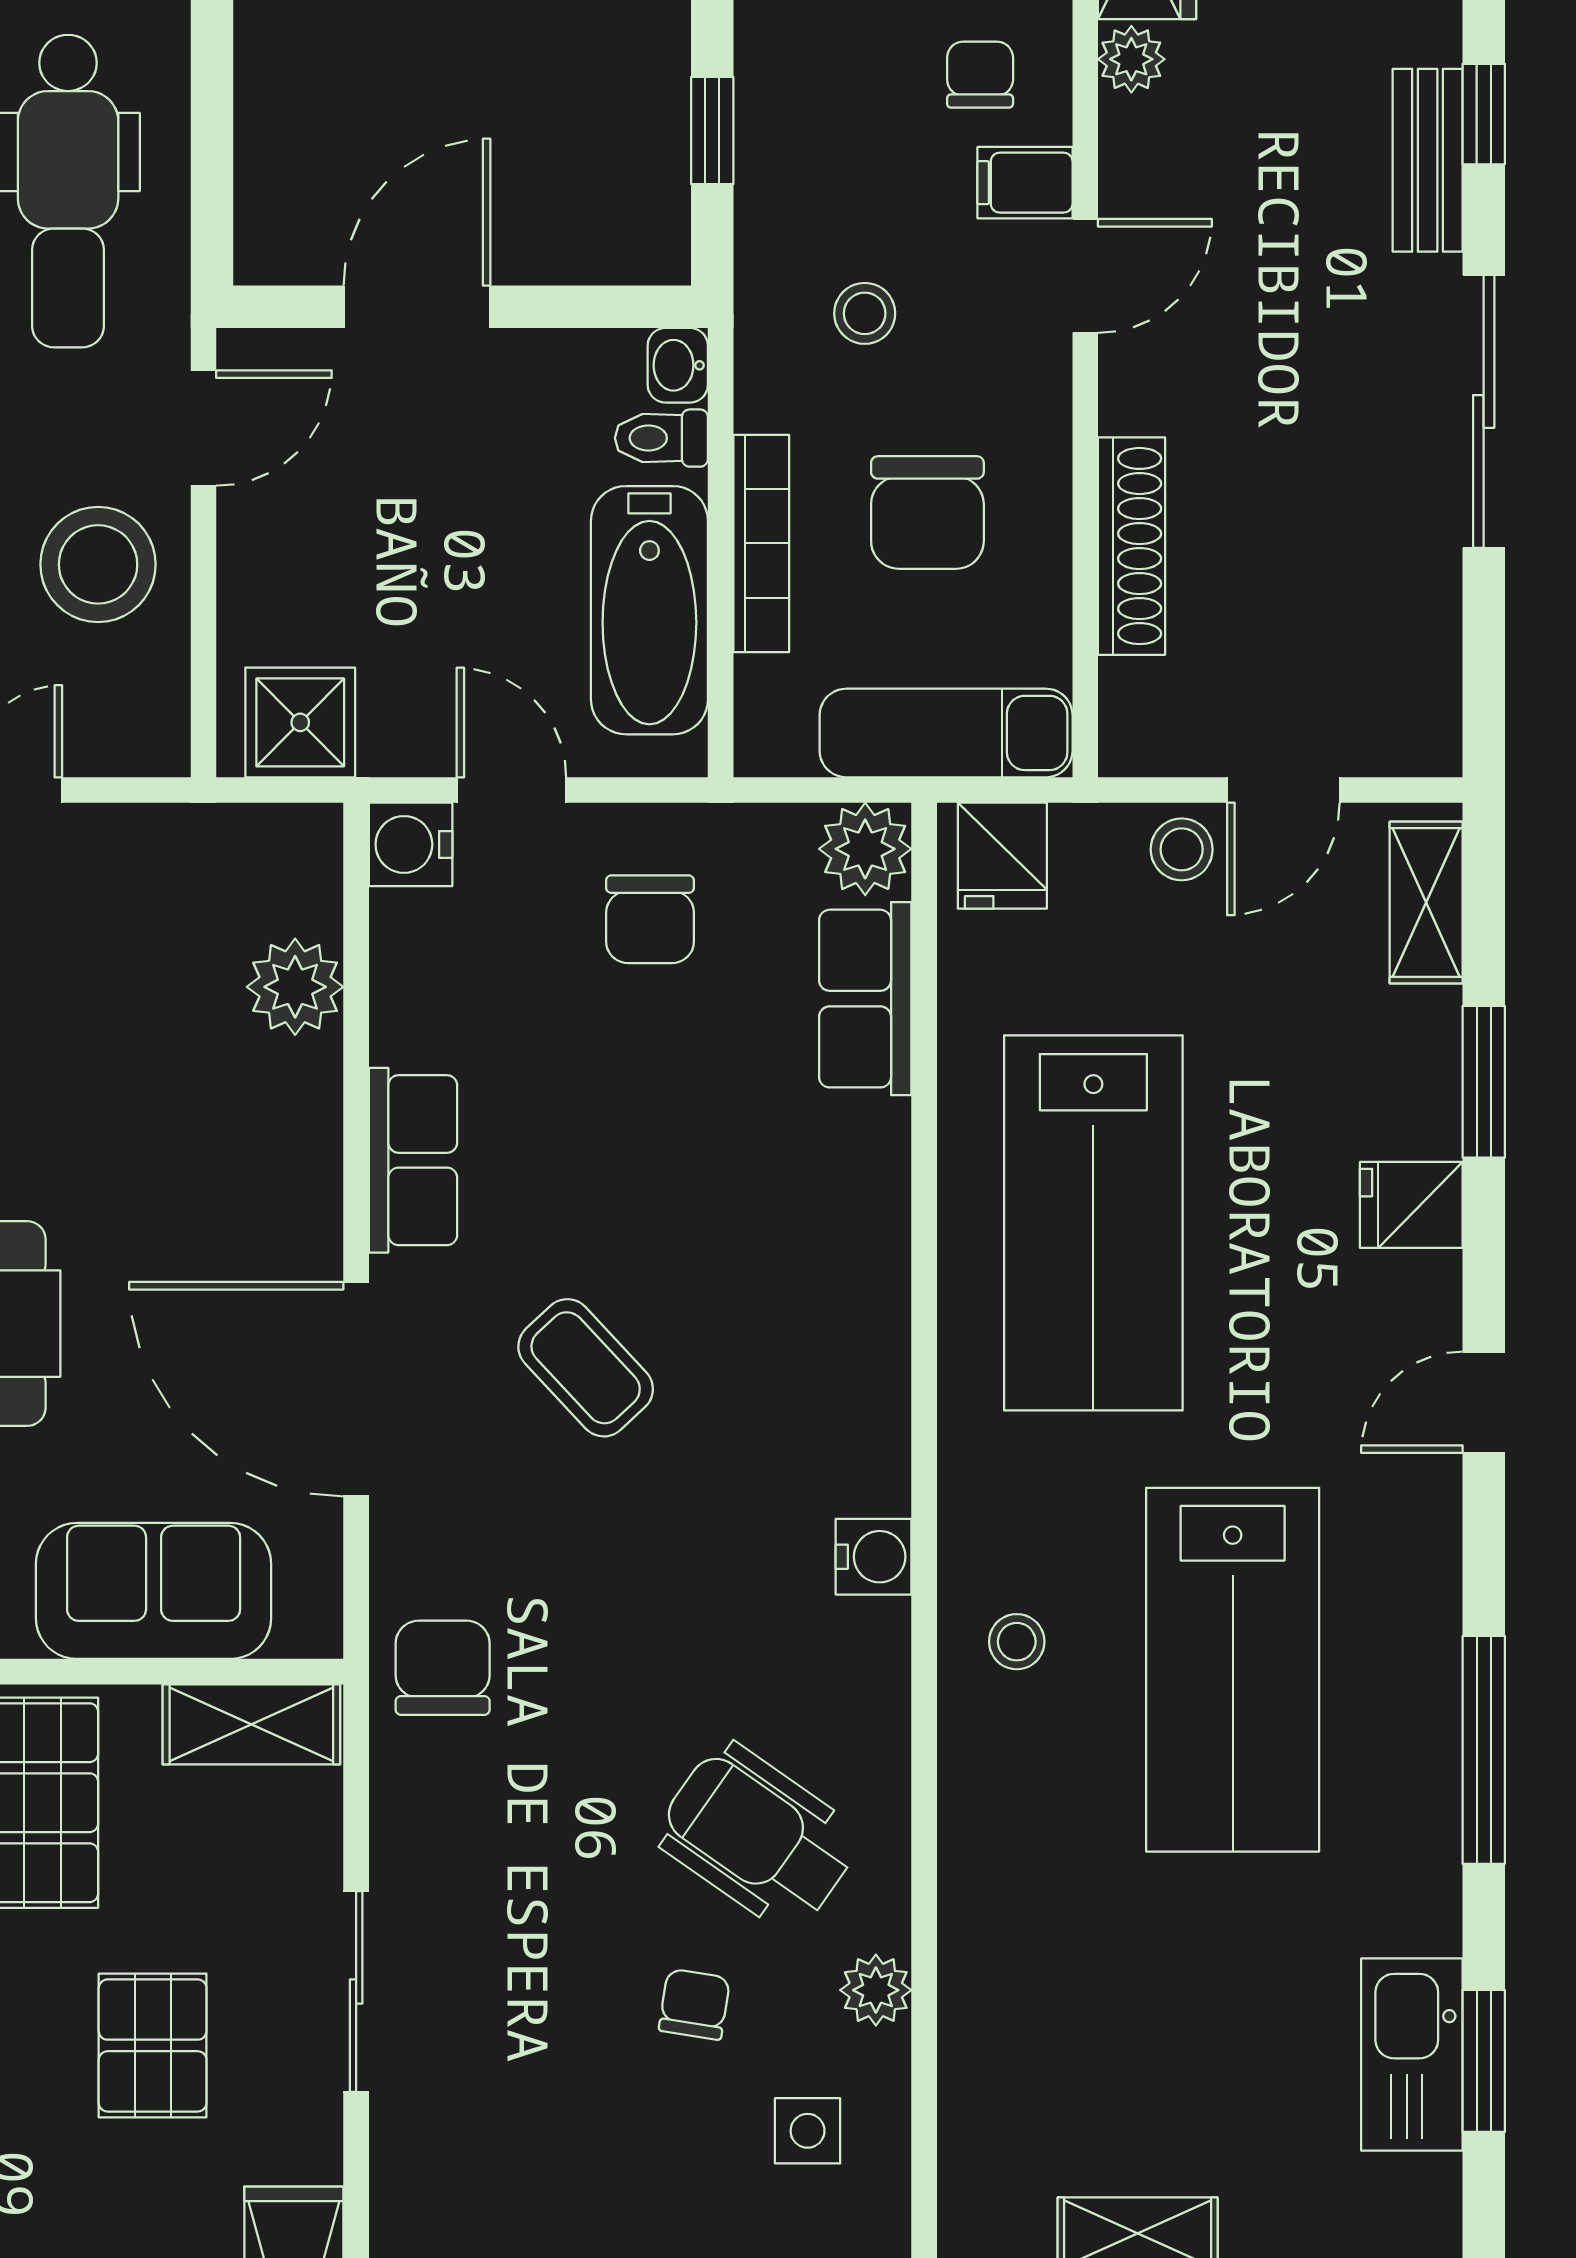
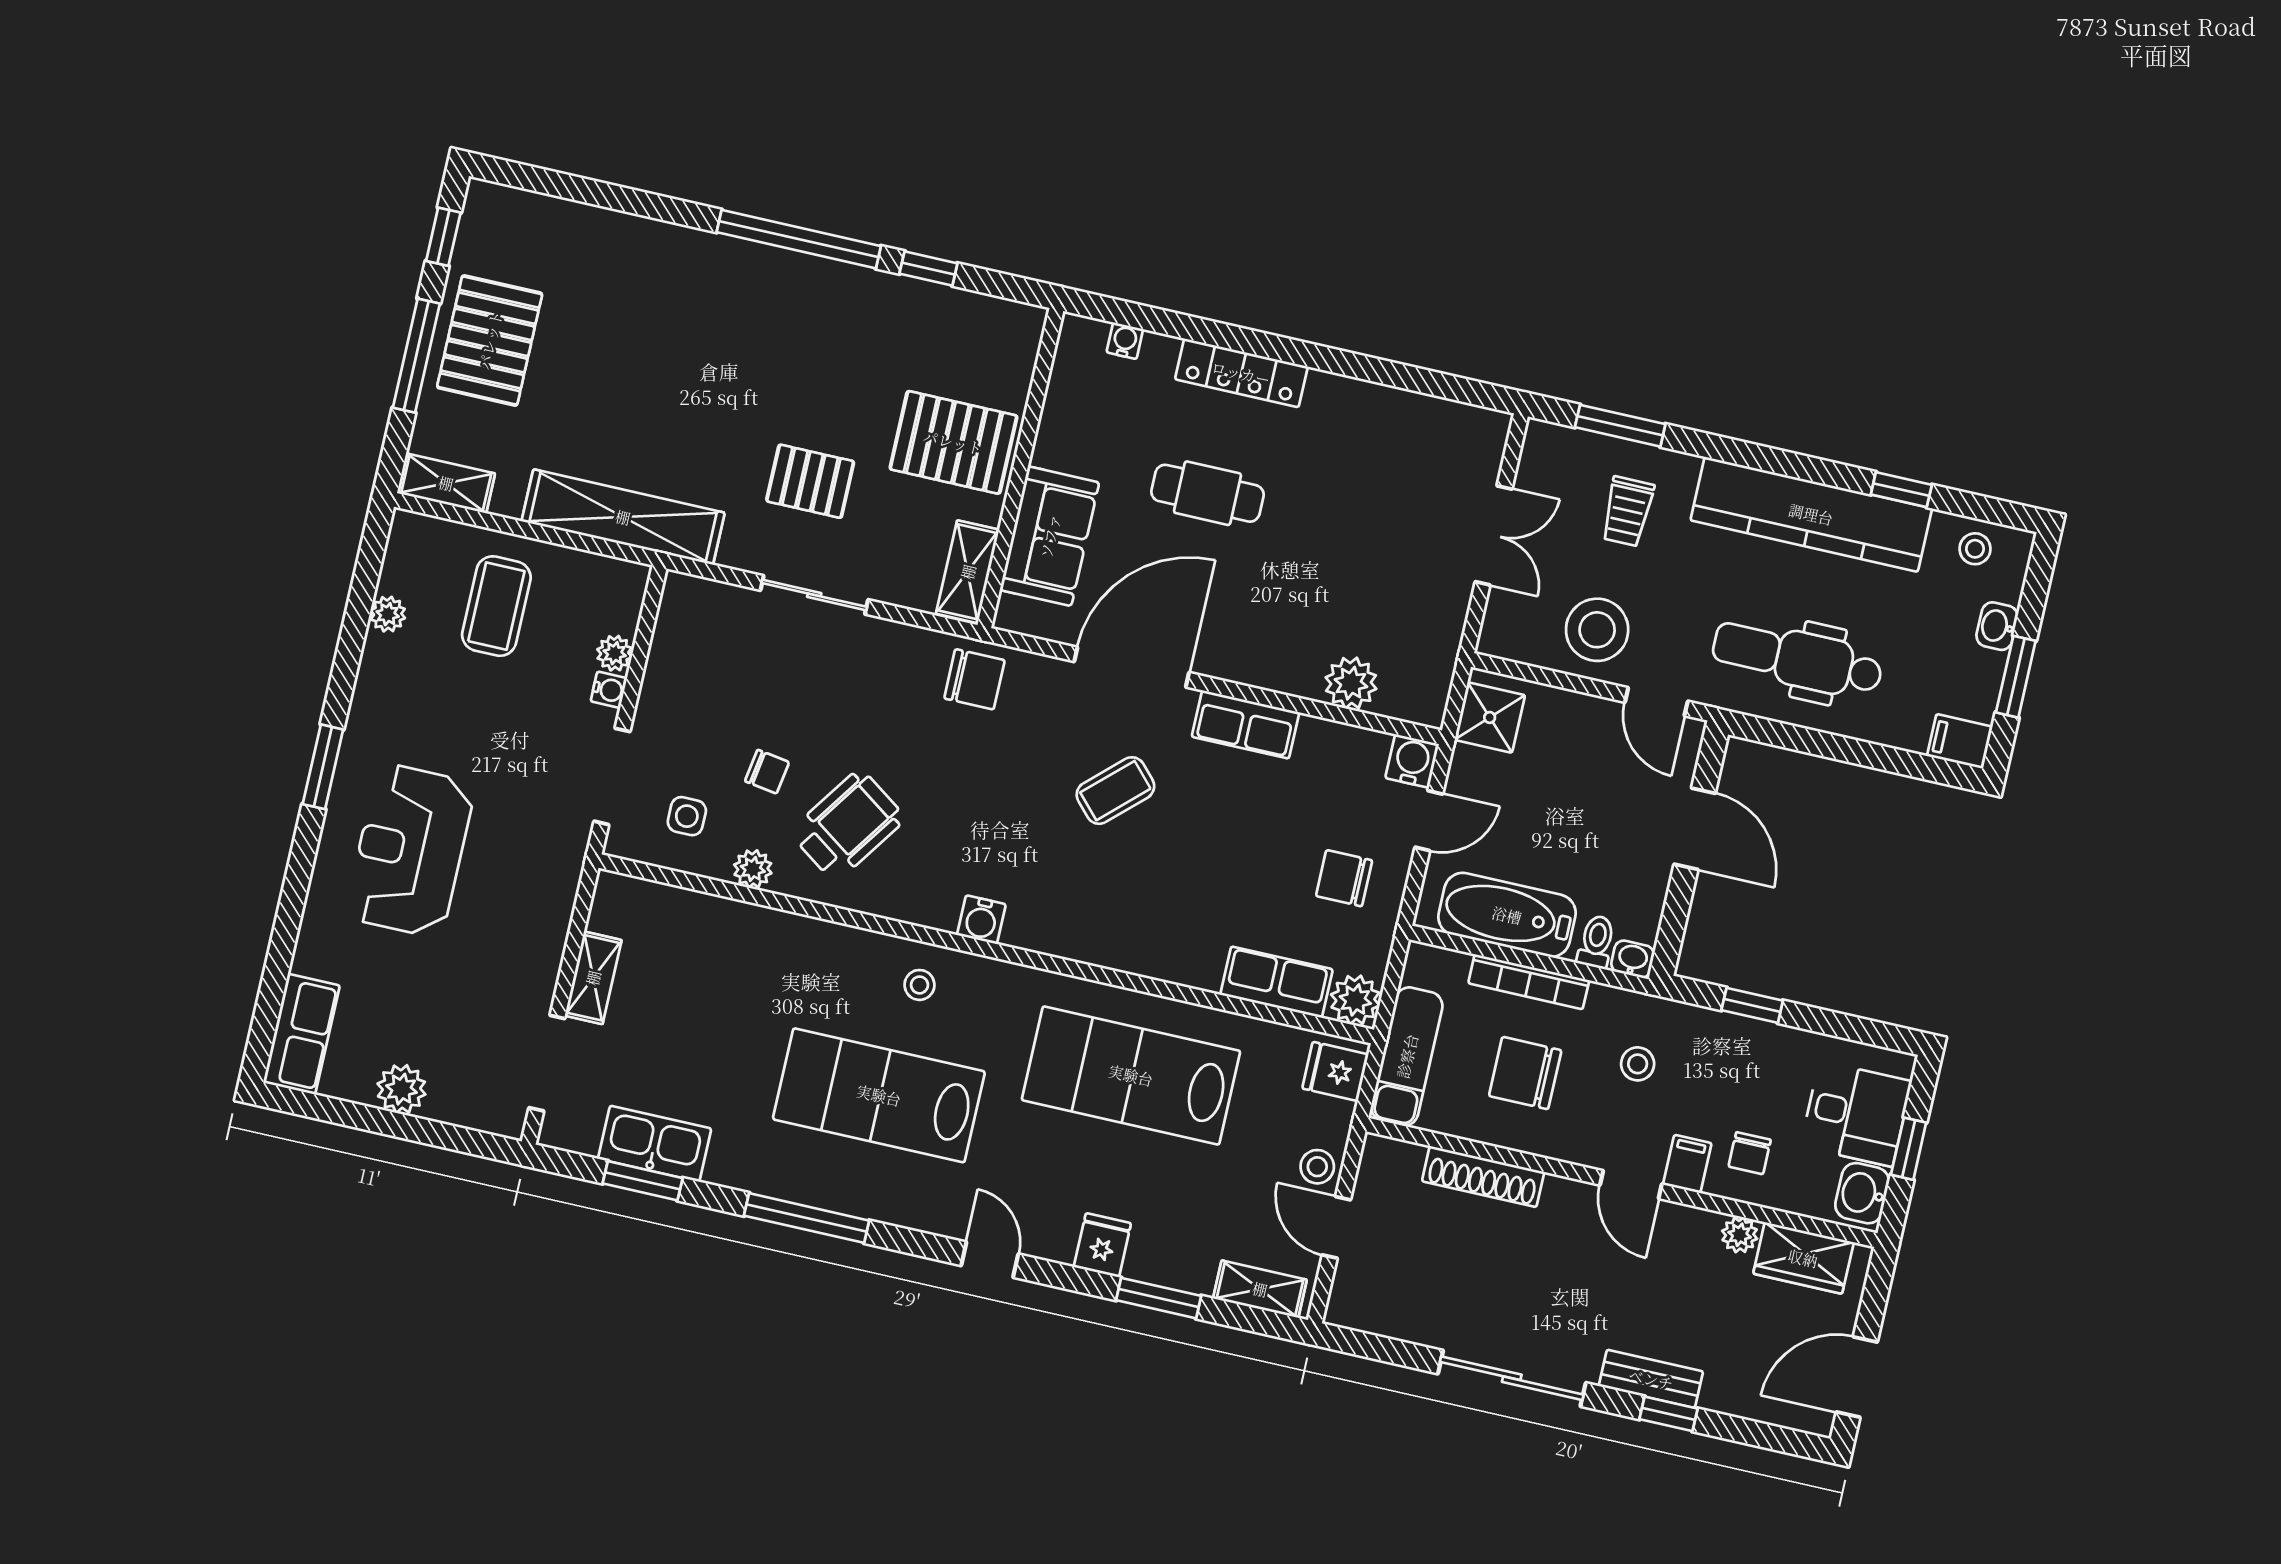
chair: (980, 75) -> (1750, 1153), turned 90

